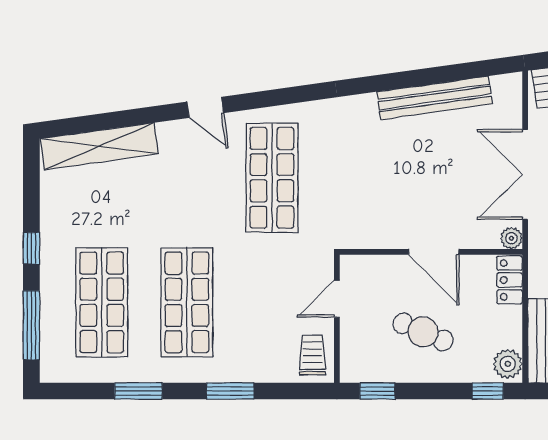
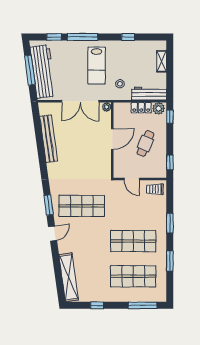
window: (274, 98) -> (49, 205), added
window: (31, 248) -> (97, 305), moved
locker: (510, 280) -> (141, 108), moved

